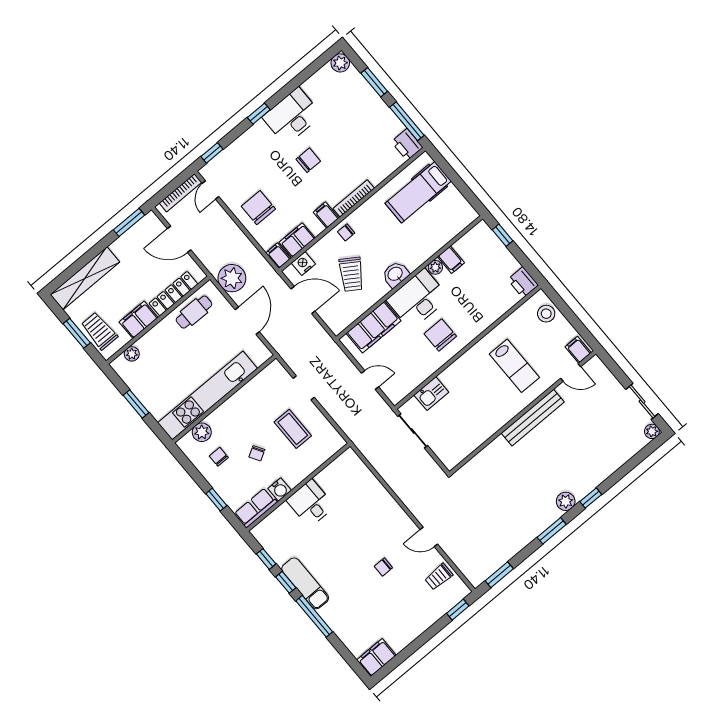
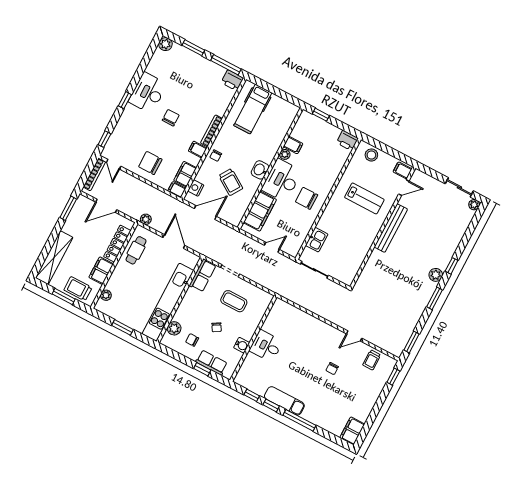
plant: (232, 278) -> (146, 219), width x0.53, depth x0.53
row of seats: (266, 379) -> (203, 275), added
row of seats: (256, 508) -> (212, 363), moved, turned 90

